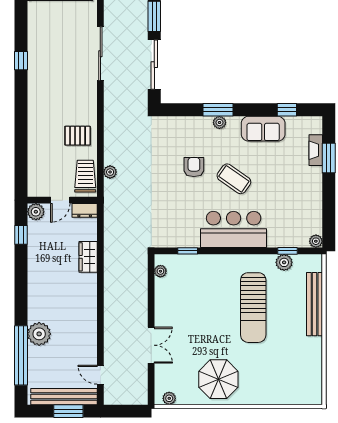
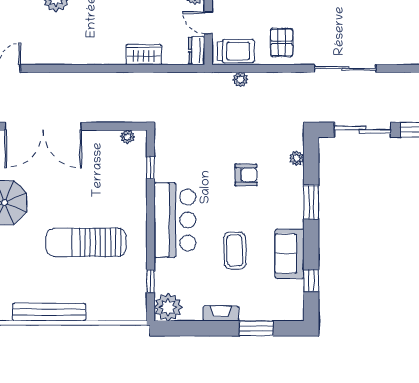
sliding door: (100, 54) -> (345, 68), moved
plant: (219, 122) -> (297, 158), moved
fireplace: (316, 150) -> (221, 314), moved
coffee table: (234, 179) -> (235, 251), moved, turned -37
plant: (316, 241) -> (168, 307), width x1.87, depth x1.87
plant: (284, 262) -> (137, 277), removed
bench: (315, 304) -> (49, 312), moved
double door: (151, 345) -> (43, 126), width x1.87

